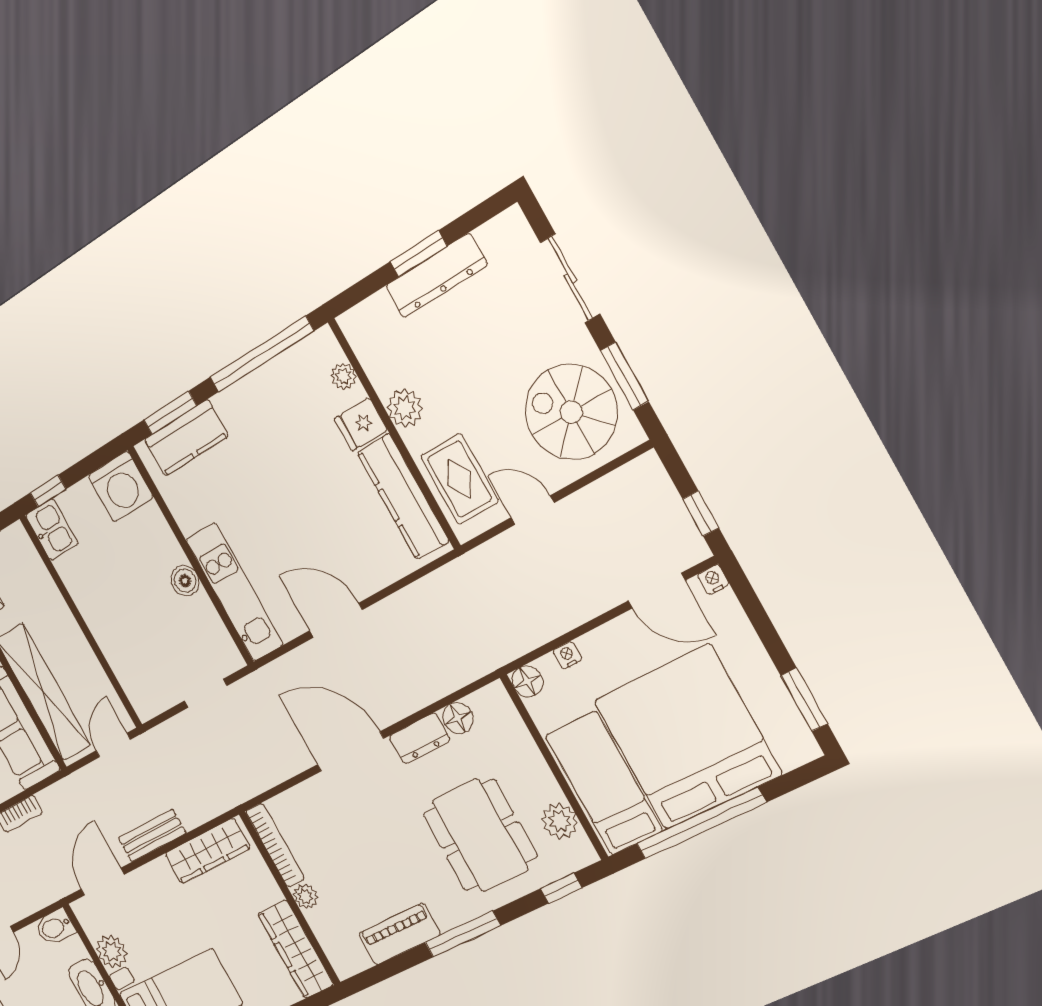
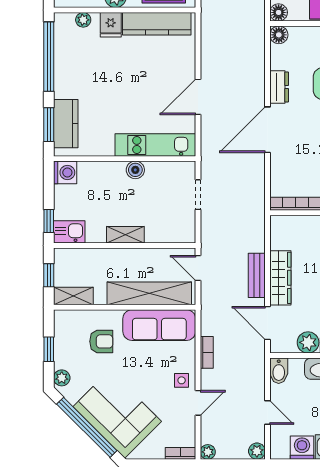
washing machine: (121, 487) -> (65, 173), width x0.73, depth x0.73
shelving: (95, 615) -> (125, 235), added
floor lamp: (458, 718) -> (279, 35), moved
wardrobe: (207, 851) -> (280, 278), moved

